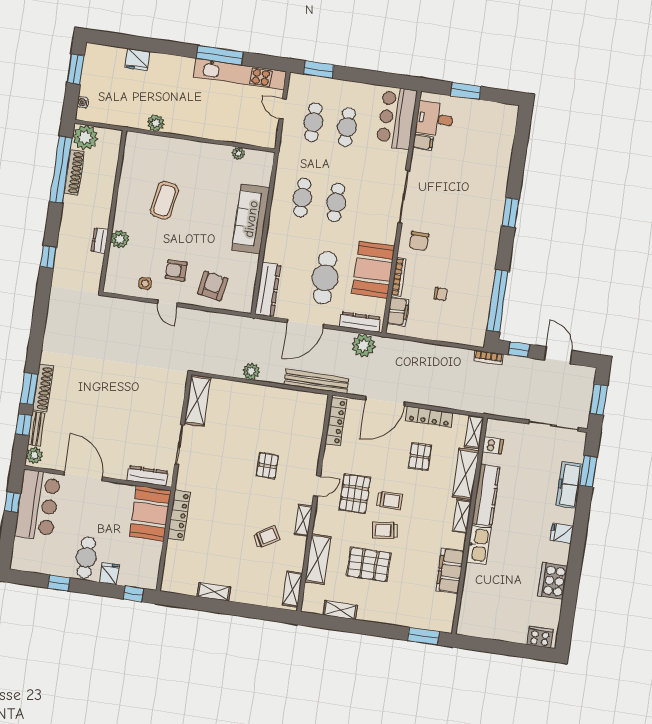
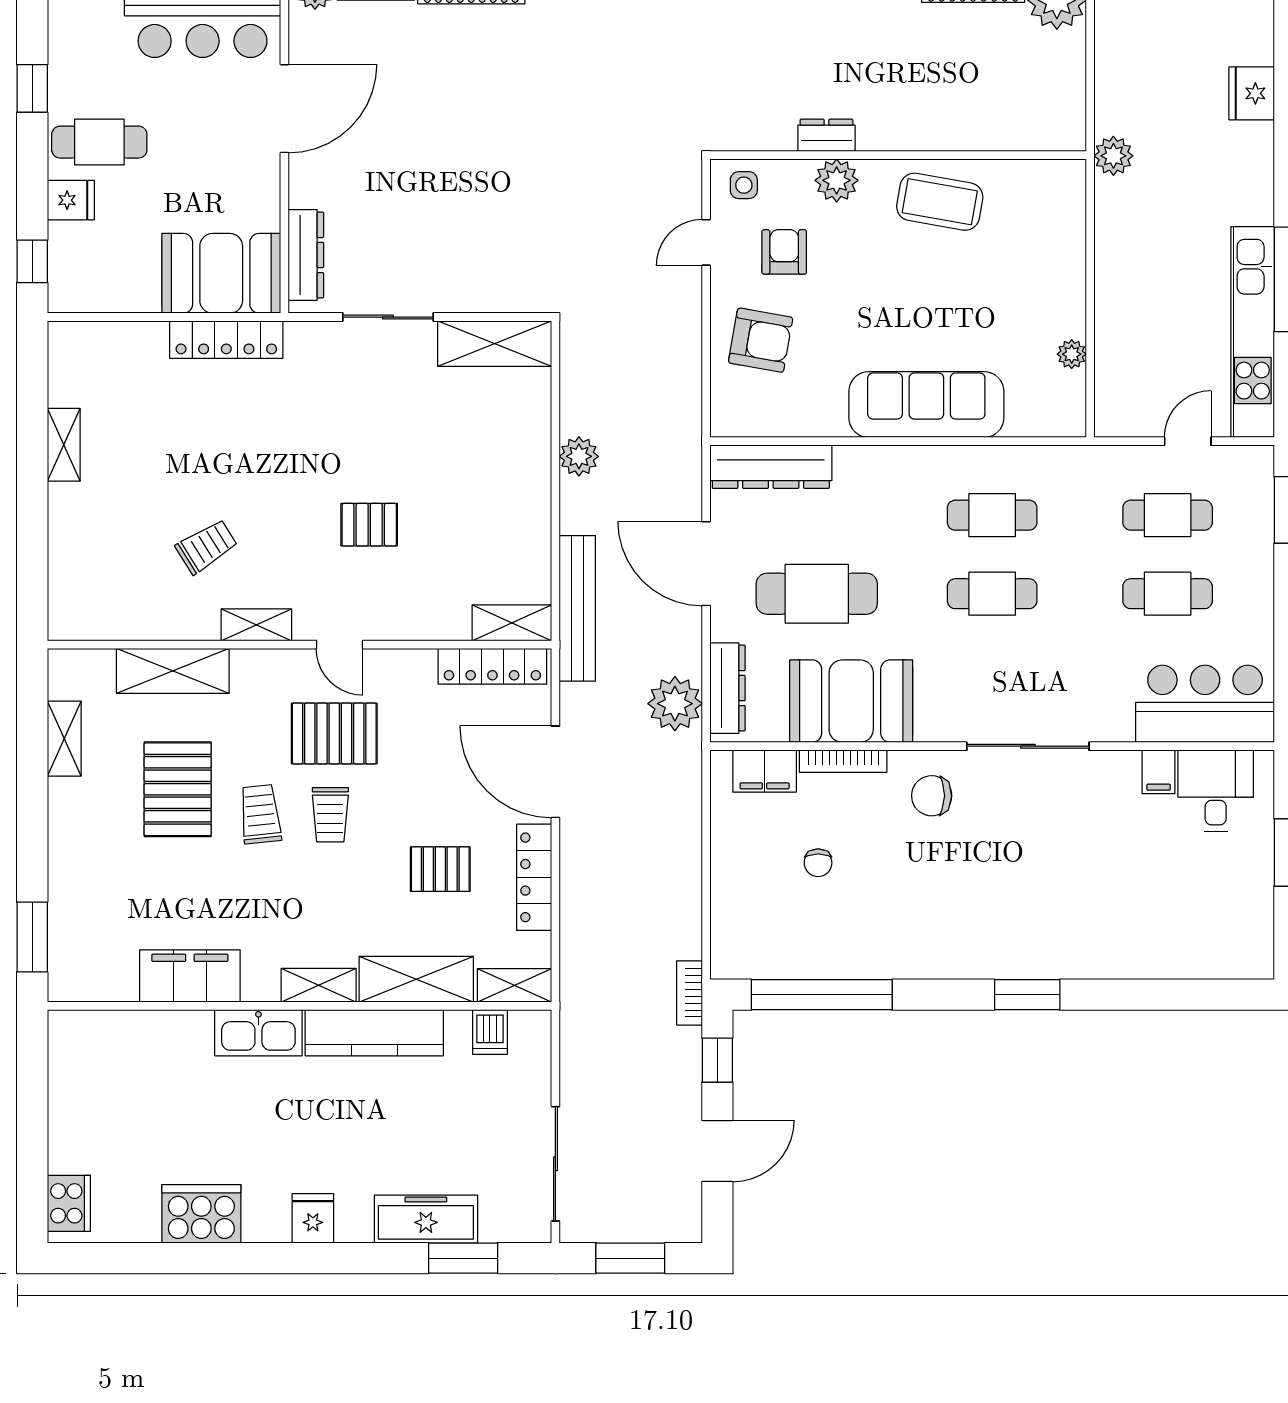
wall: (113, 211) -> (898, 155), moved
plant: (120, 239) -> (837, 180), moved
dresser: (100, 241) -> (826, 135), moved
trolley: (267, 537) -> (206, 547), turned -92
shelving: (292, 589) -> (512, 623), moved

